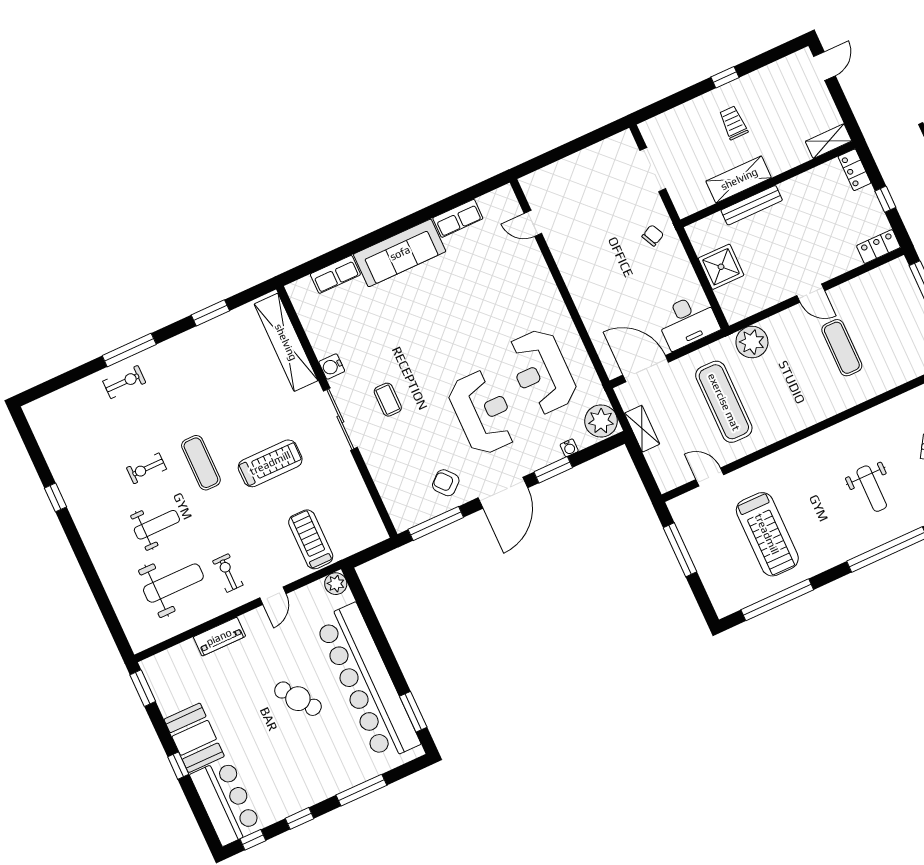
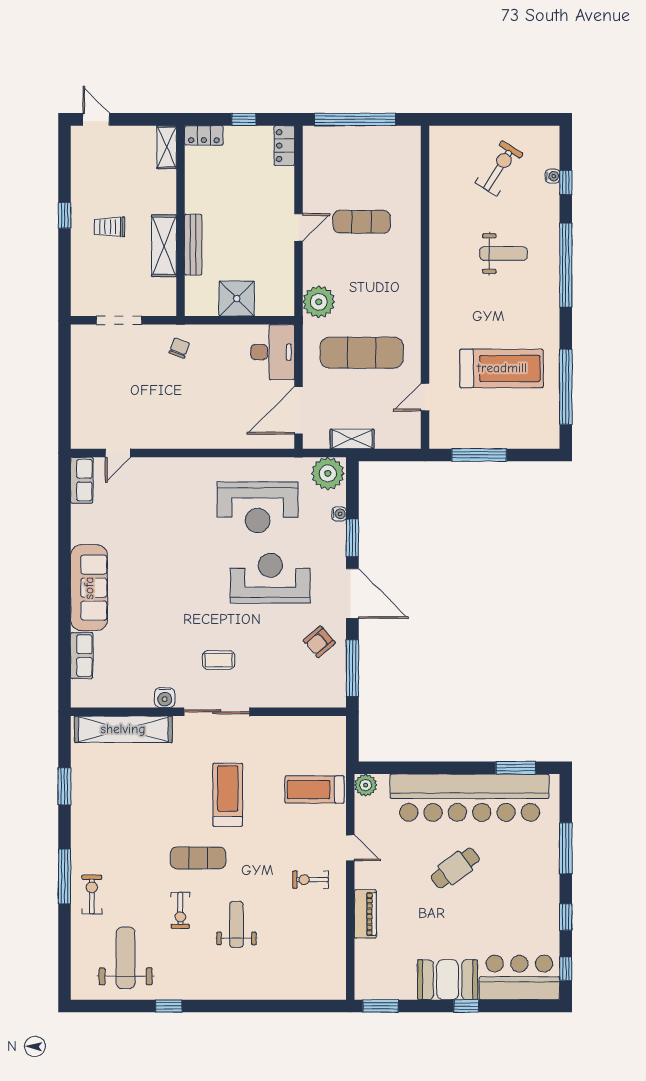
row of seats: (458, 218) -> (82, 480), moved
chair: (653, 235) -> (179, 348), turned 46
weight bench: (173, 583) -> (126, 958), moved

